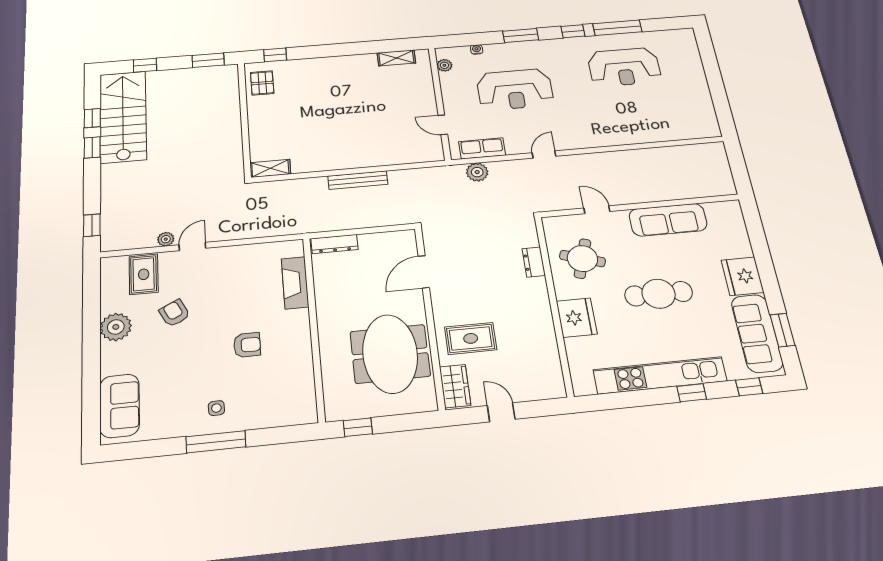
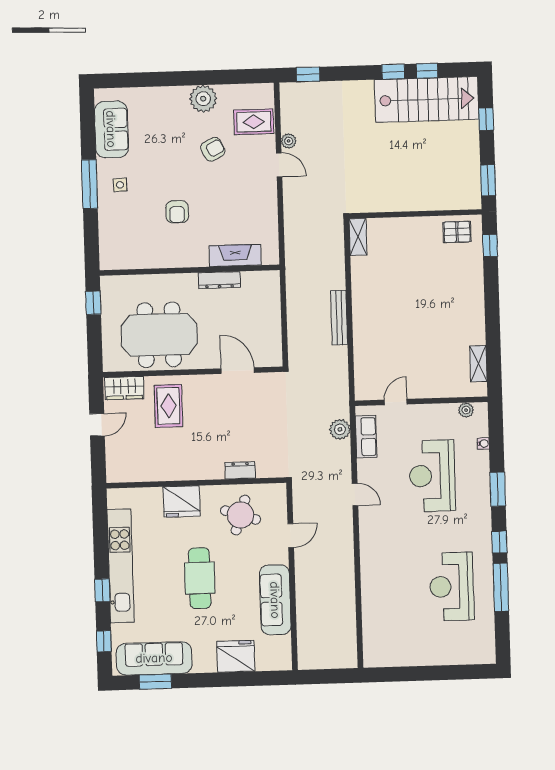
dresser: (334, 244) -> (219, 280), moved, turned -90
fridge: (743, 276) -> (236, 656), moved
sofa: (119, 406) -> (111, 129), moved, turned -90

